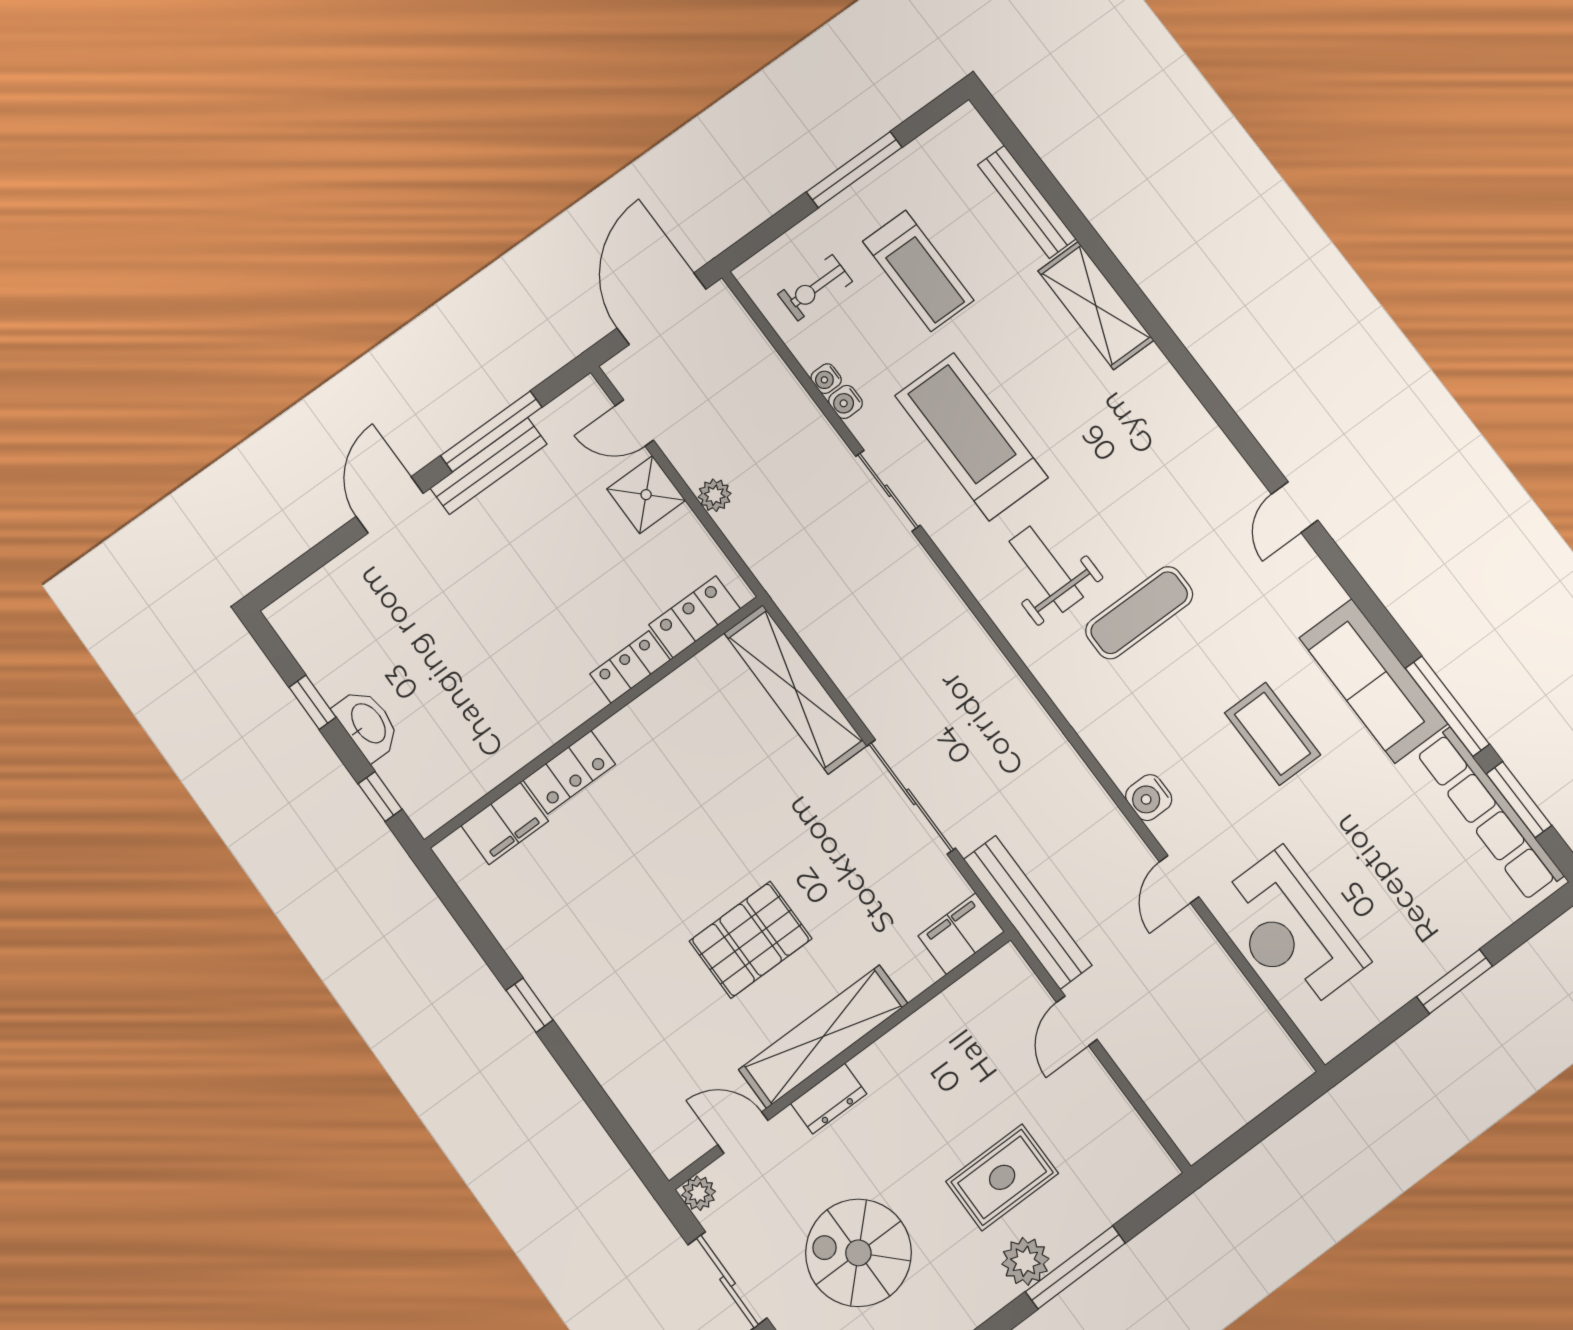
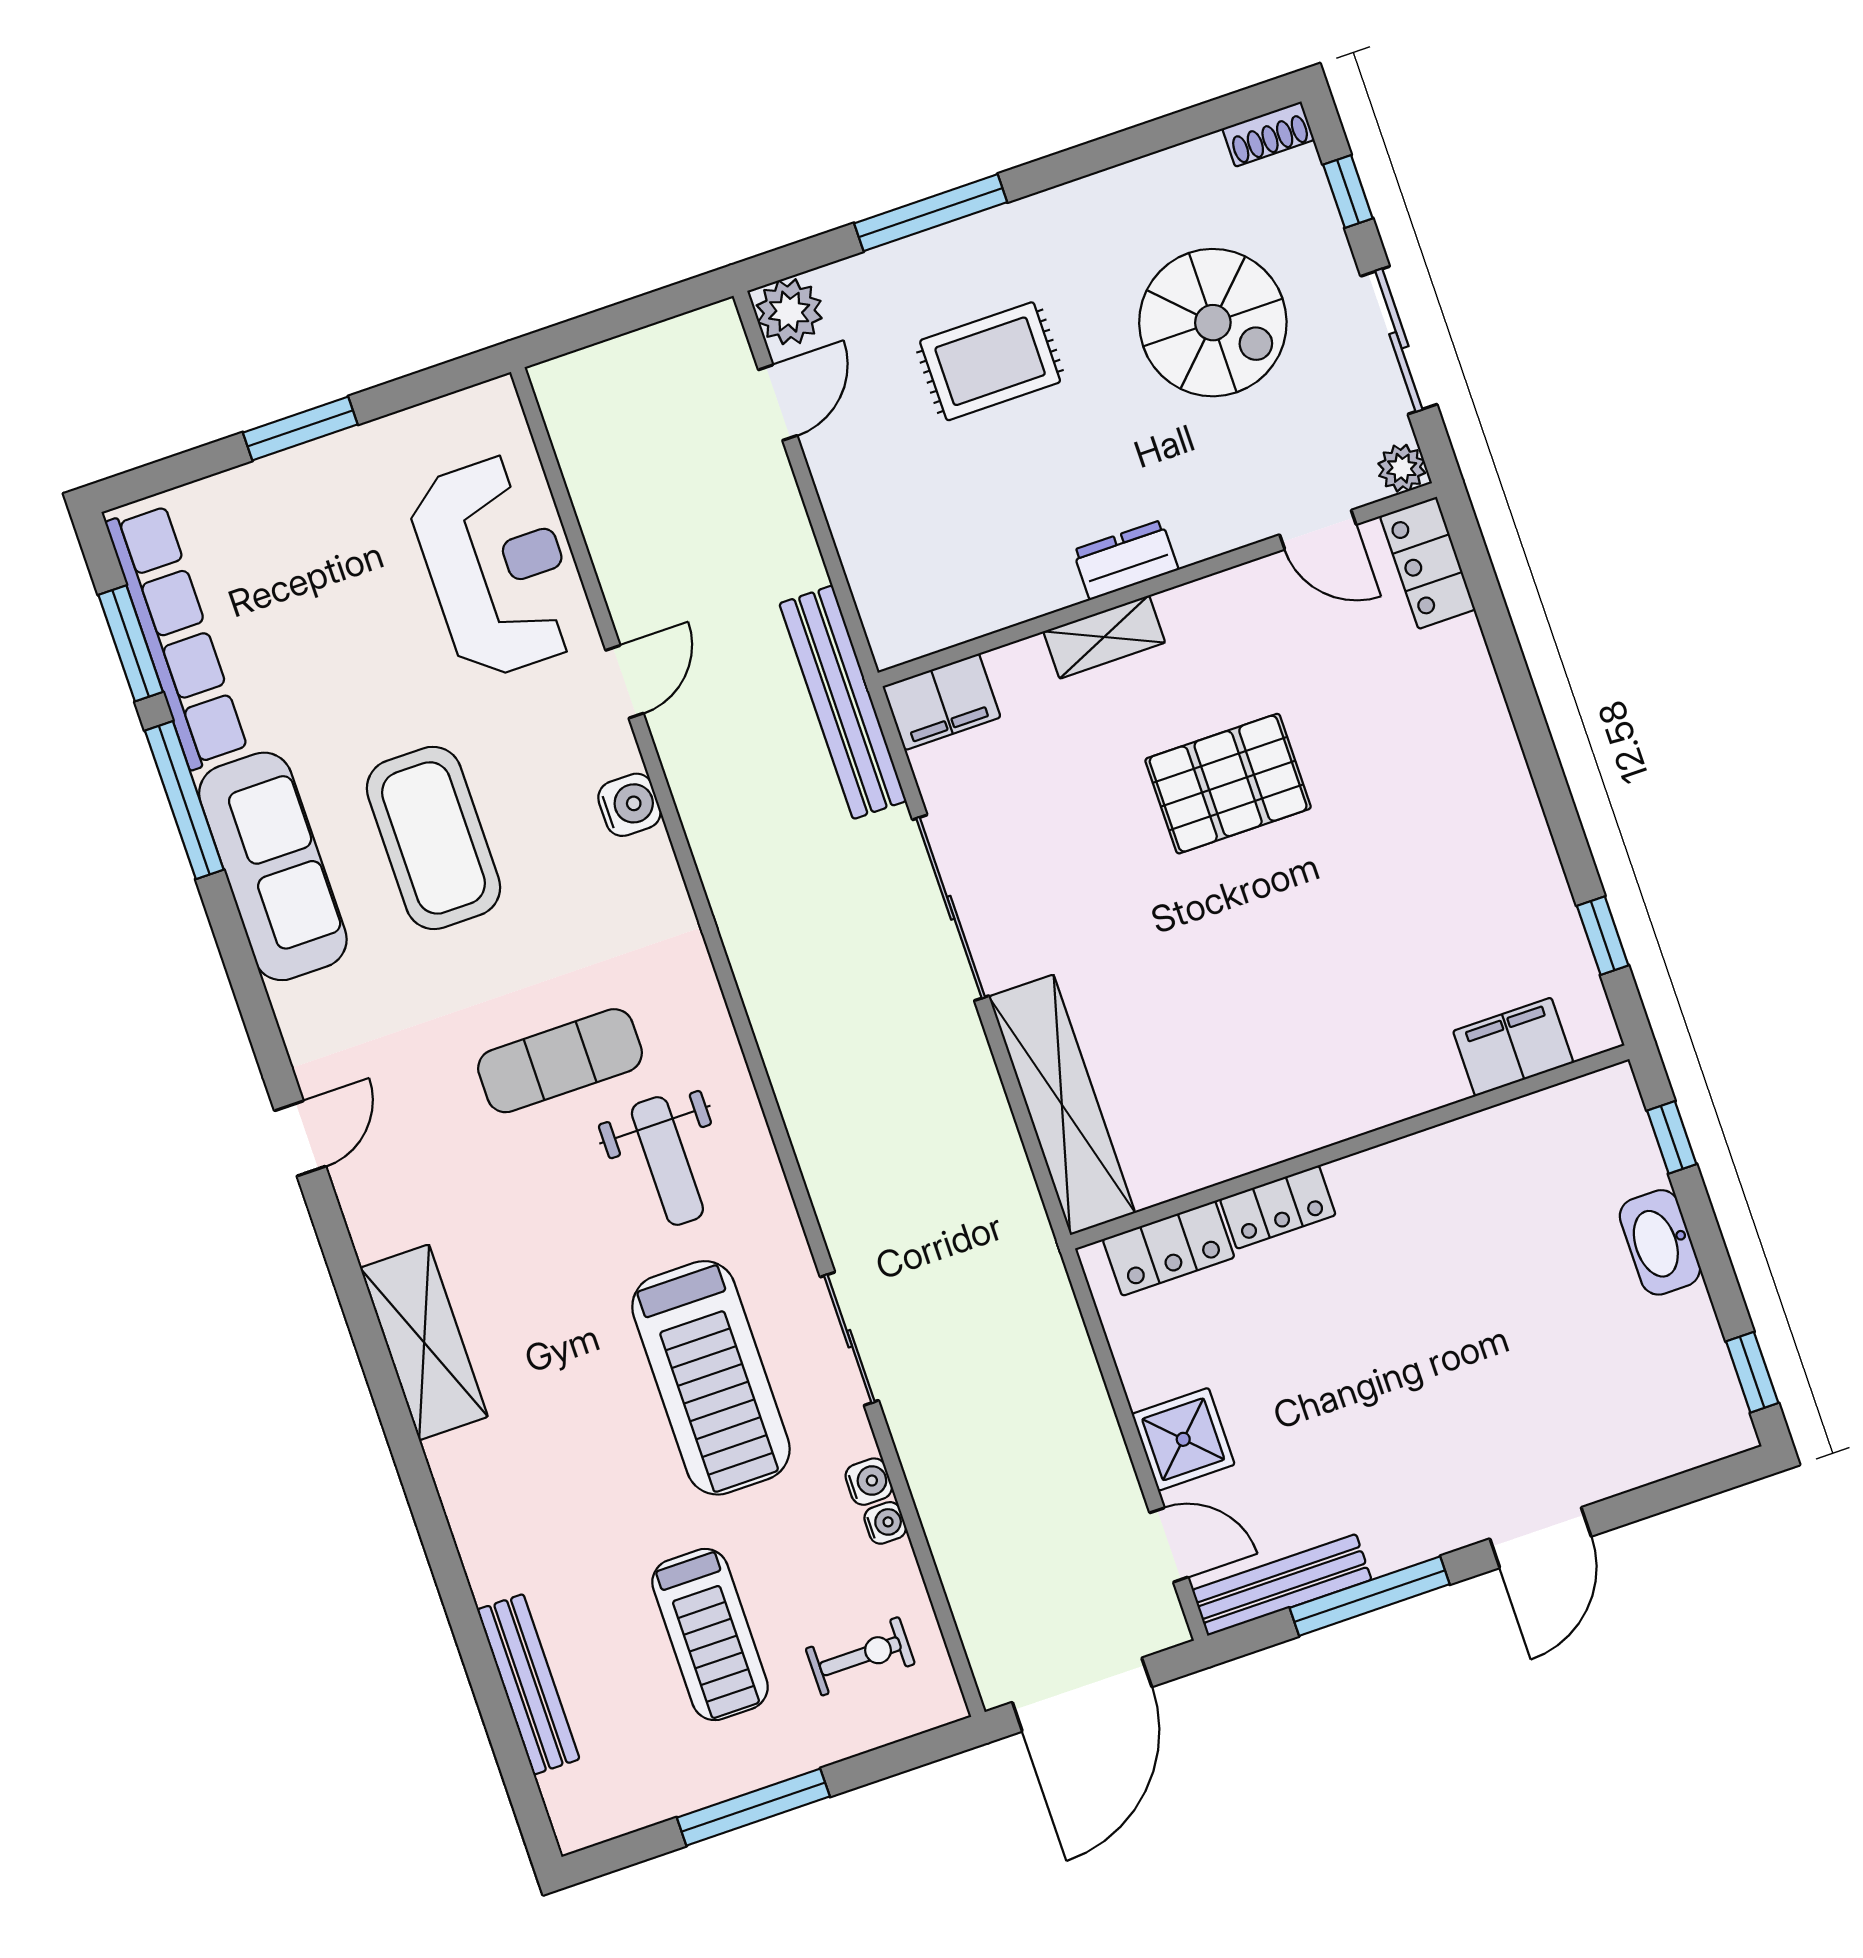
treadmill: (918, 271) -> (710, 1635), turned 180
shelving: (1096, 306) -> (424, 1342), moved
bench: (489, 466) -> (1282, 1585), moved
plant: (715, 495) -> (1089, 1408), removed
window: (312, 702) -> (1752, 1372), moved
coffee table: (1272, 734) -> (433, 838), width x1.36, depth x1.32
locker: (569, 772) -> (1428, 563), moved, turned -90
window: (530, 1005) -> (1603, 936), moved
door: (1077, 1021) -> (778, 403), moved
shelving: (823, 1037) -> (1104, 637), width x0.45, depth x0.75
dresser: (829, 1099) -> (1126, 560), moved
plant: (1025, 1261) -> (789, 312), moved

